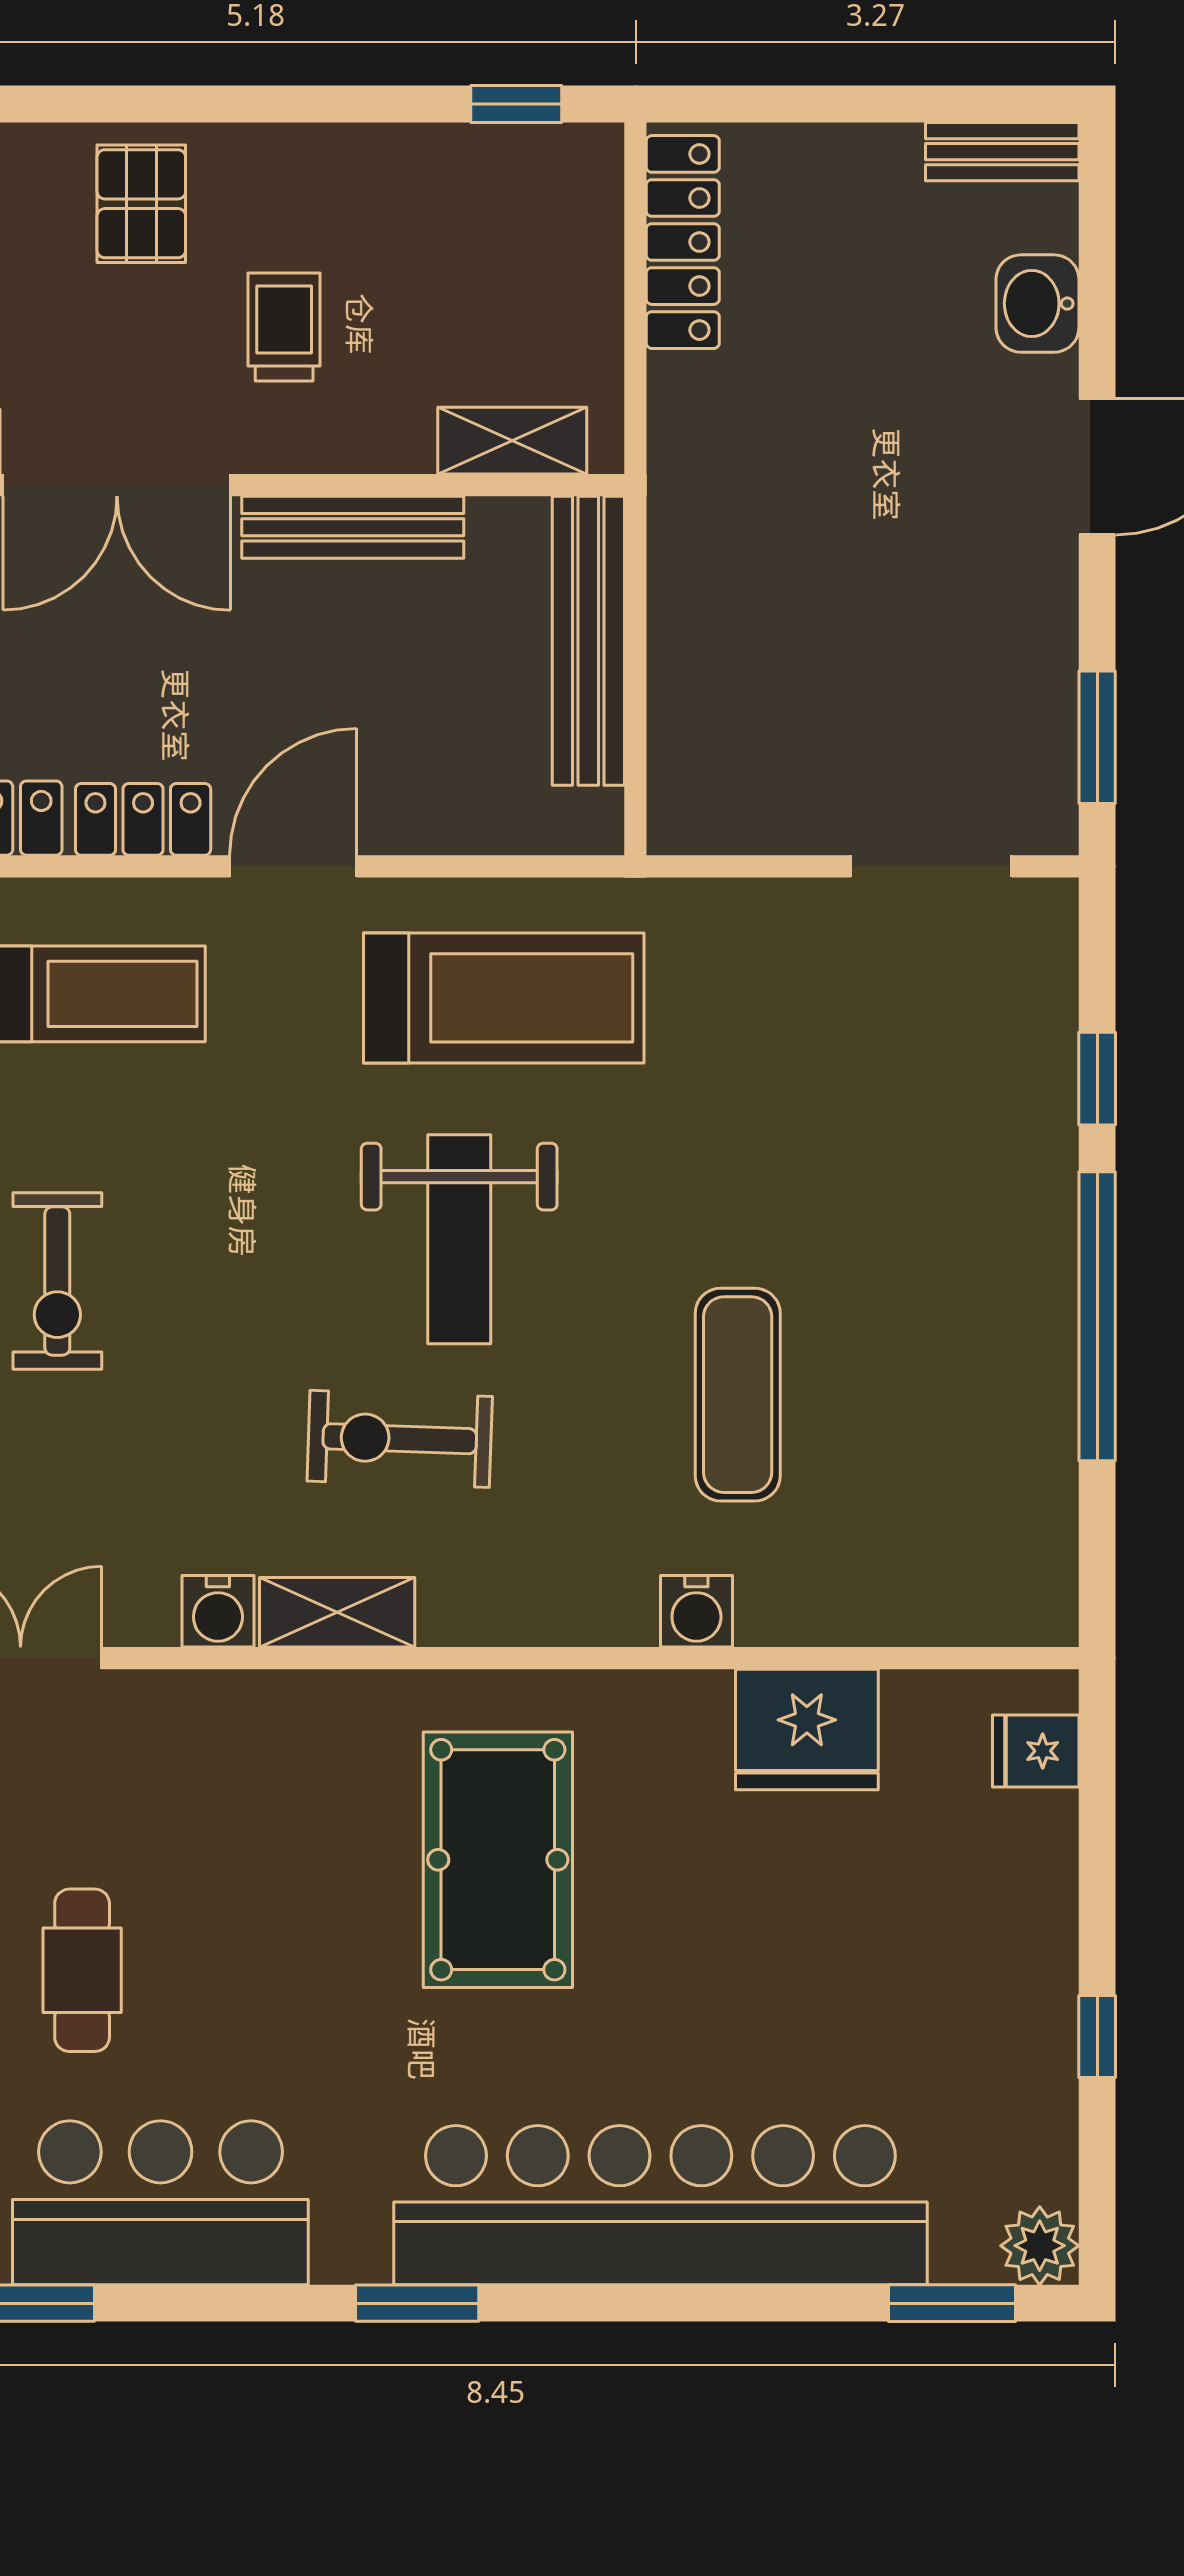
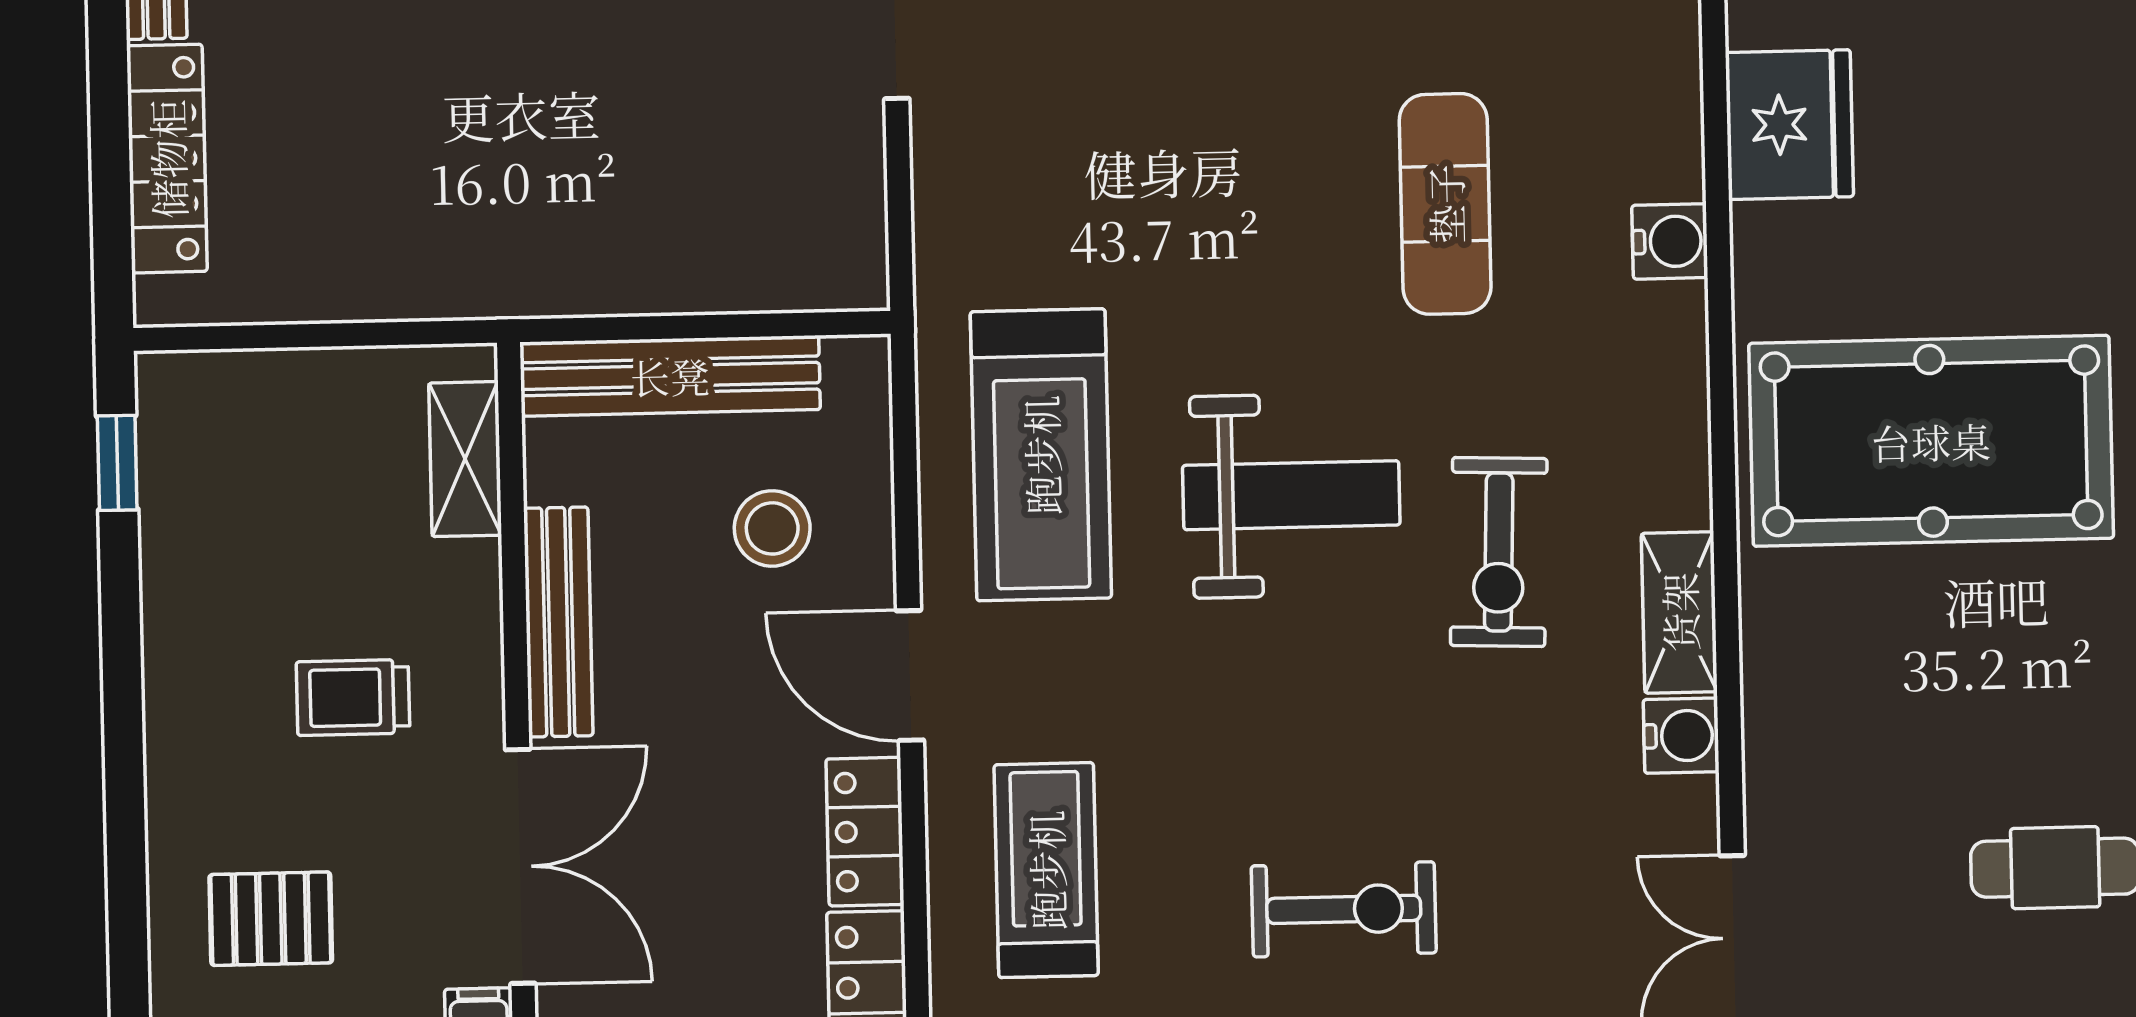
pallet: (141, 204) -> (271, 919), moved
locker: (683, 242) -> (167, 159), moved, turned 90
stool: (438, 736) -> (772, 528), added
treadmill: (504, 998) -> (1041, 455), turned 180
exercise mat: (738, 1395) -> (1445, 204), turned 90
pool table: (498, 1860) -> (1931, 441), width x1.36, depth x1.32

